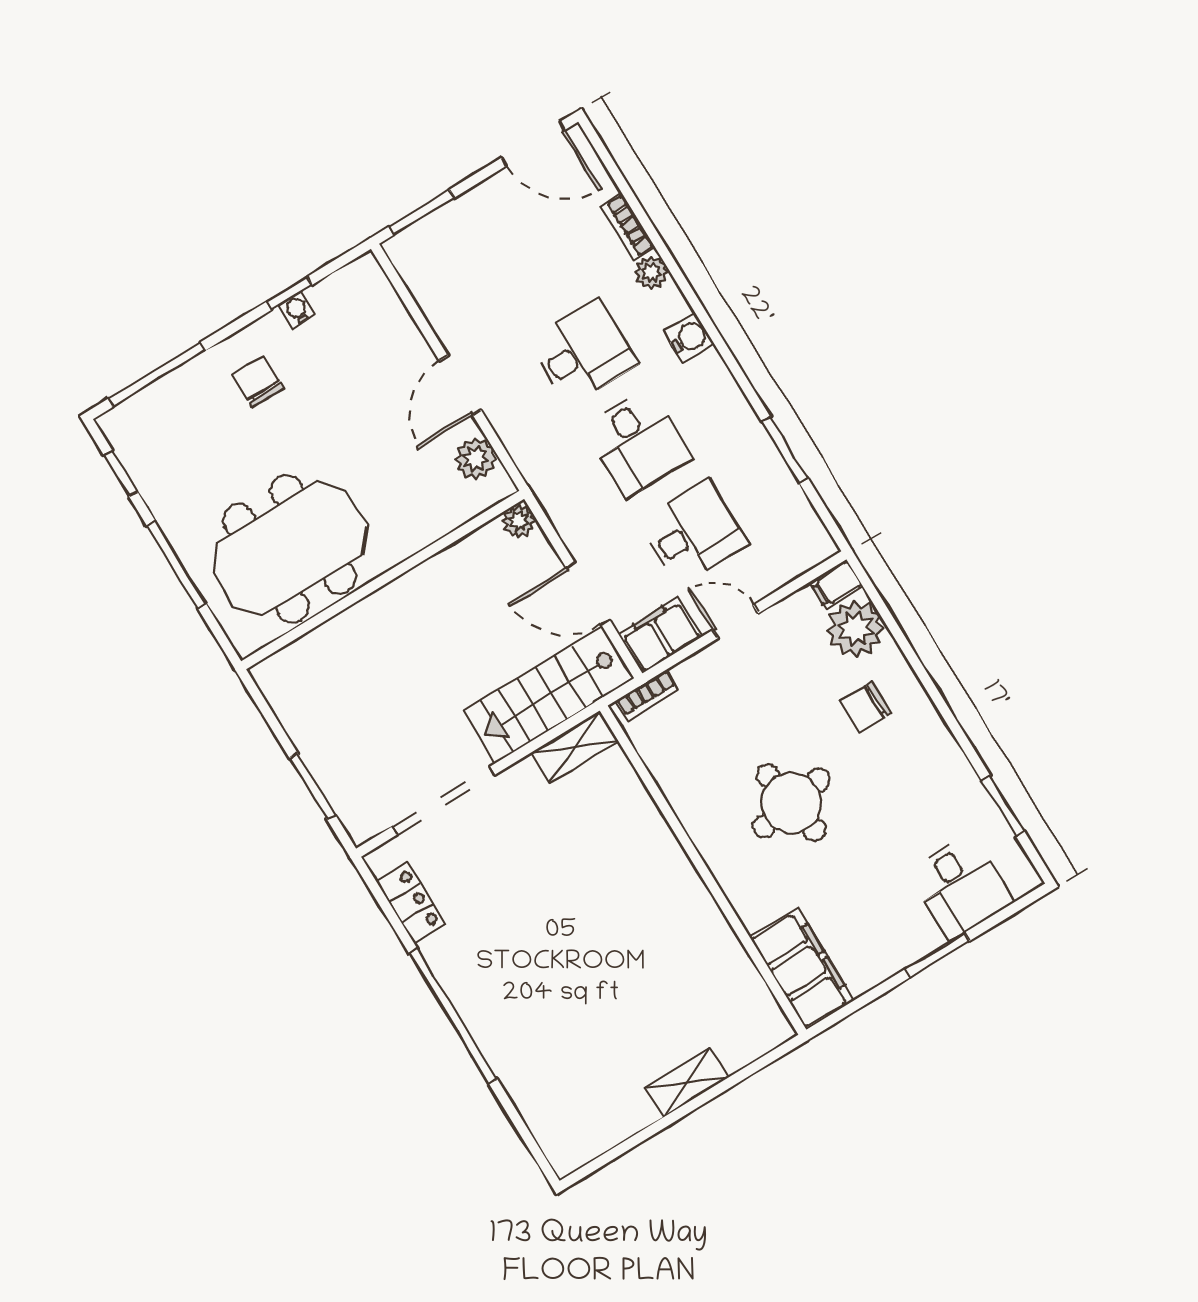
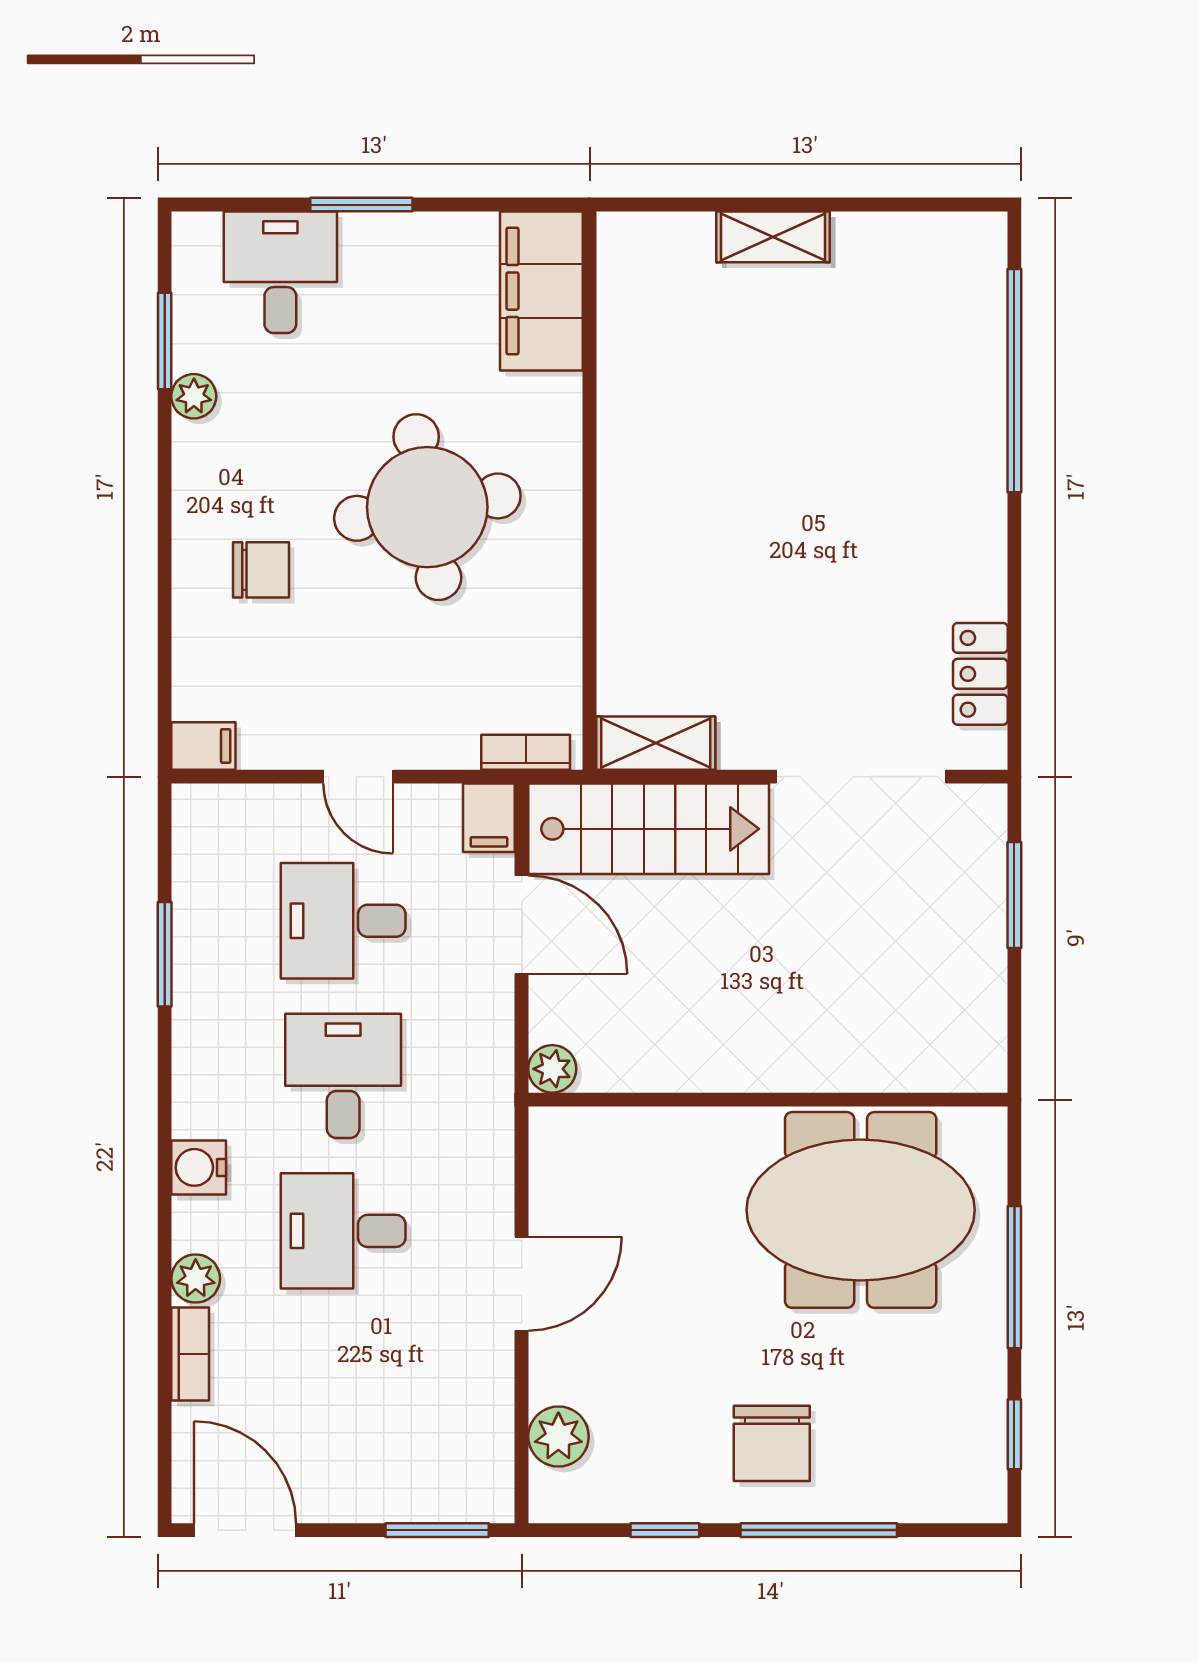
water cooler: (297, 310) -> (668, 1504), removed
window: (157, 374) -> (819, 1530), moved
chair: (258, 382) -> (772, 1443), width x1.37, depth x1.37
plant: (476, 458) -> (558, 1436), moved
plant: (856, 629) -> (194, 396), moved, width x0.53, depth x0.53
filing cabinet: (660, 635) -> (489, 818), width x0.50
round table: (791, 803) -> (427, 507), width x1.36, depth x1.36
window: (453, 1016) -> (1014, 381), moved

